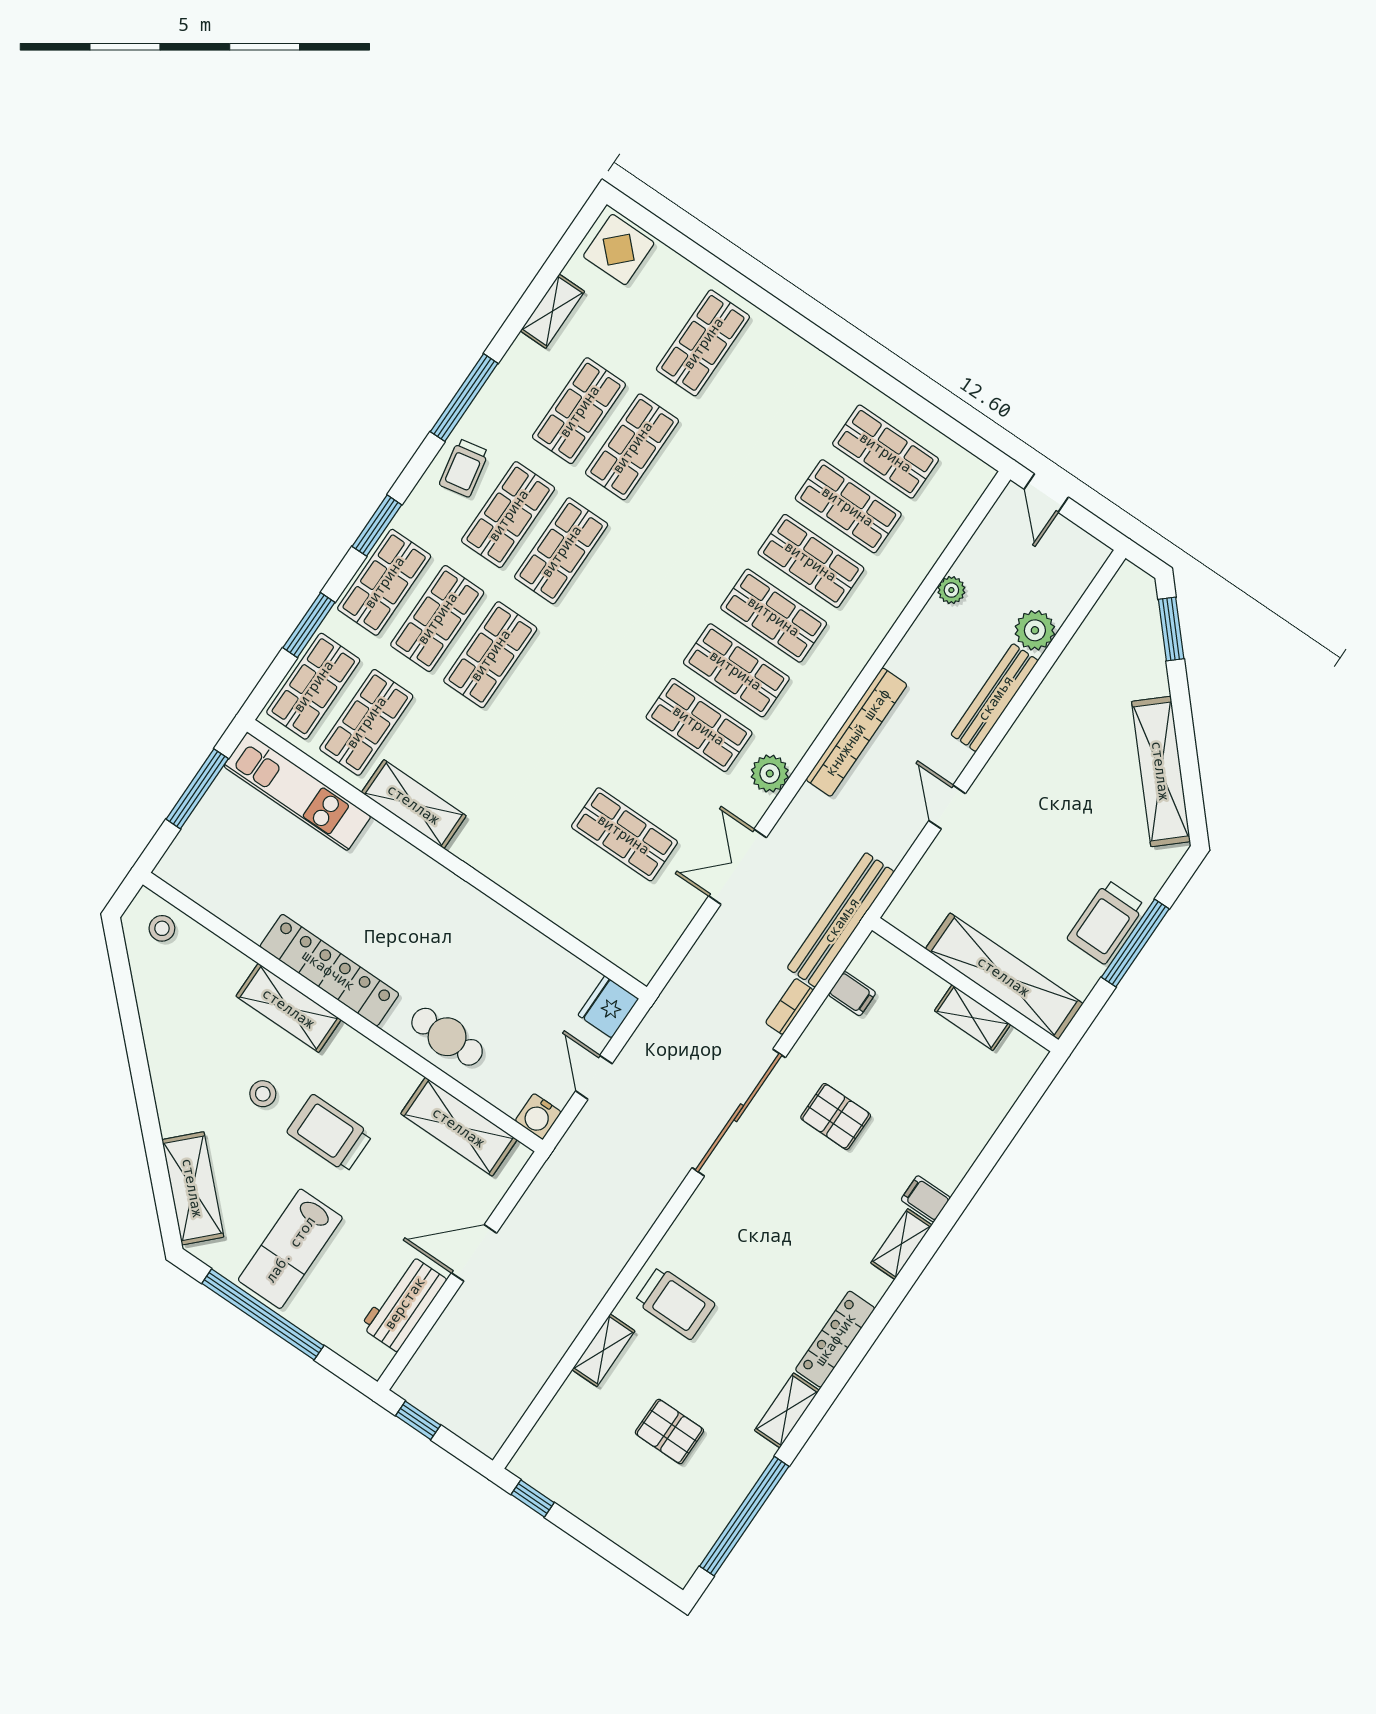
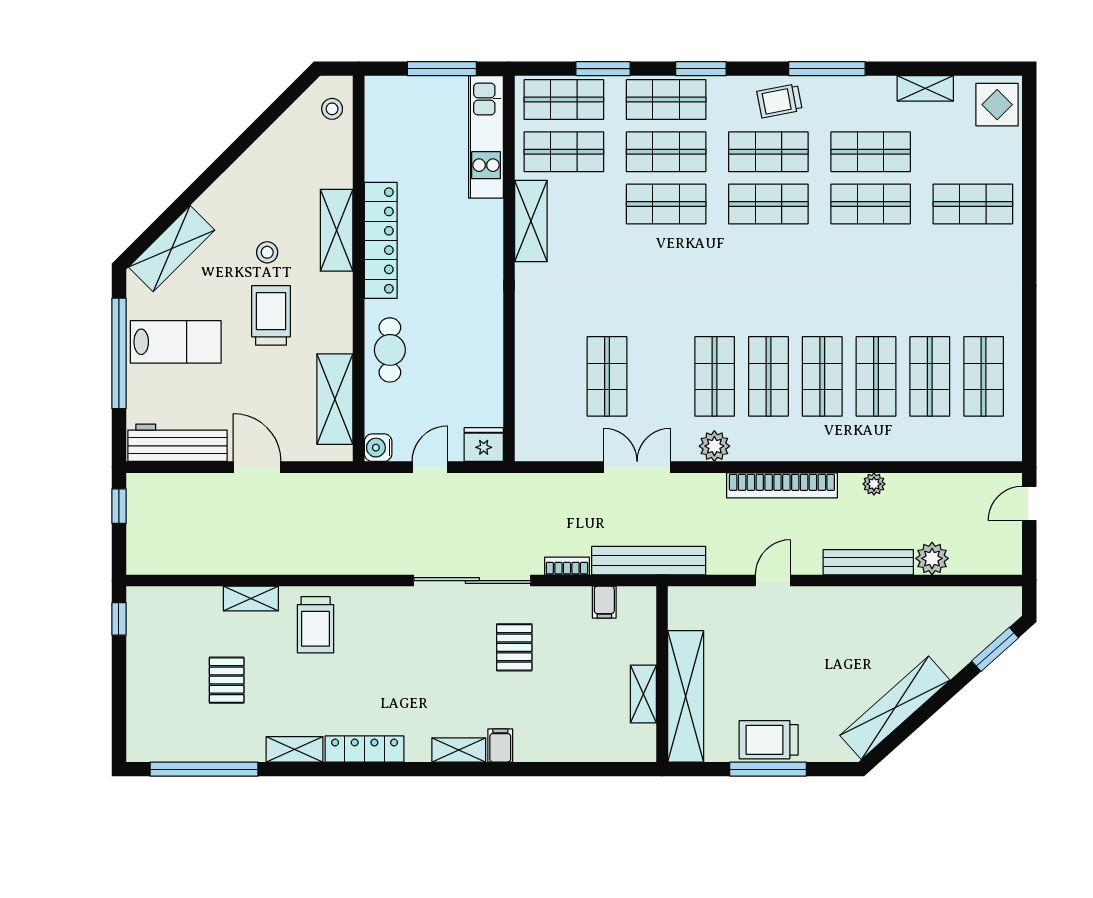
plant: (951, 590) -> (874, 484), moved
lab bench: (290, 1249) -> (176, 342), turned 180
workbench: (404, 1303) -> (177, 443), width x1.38

